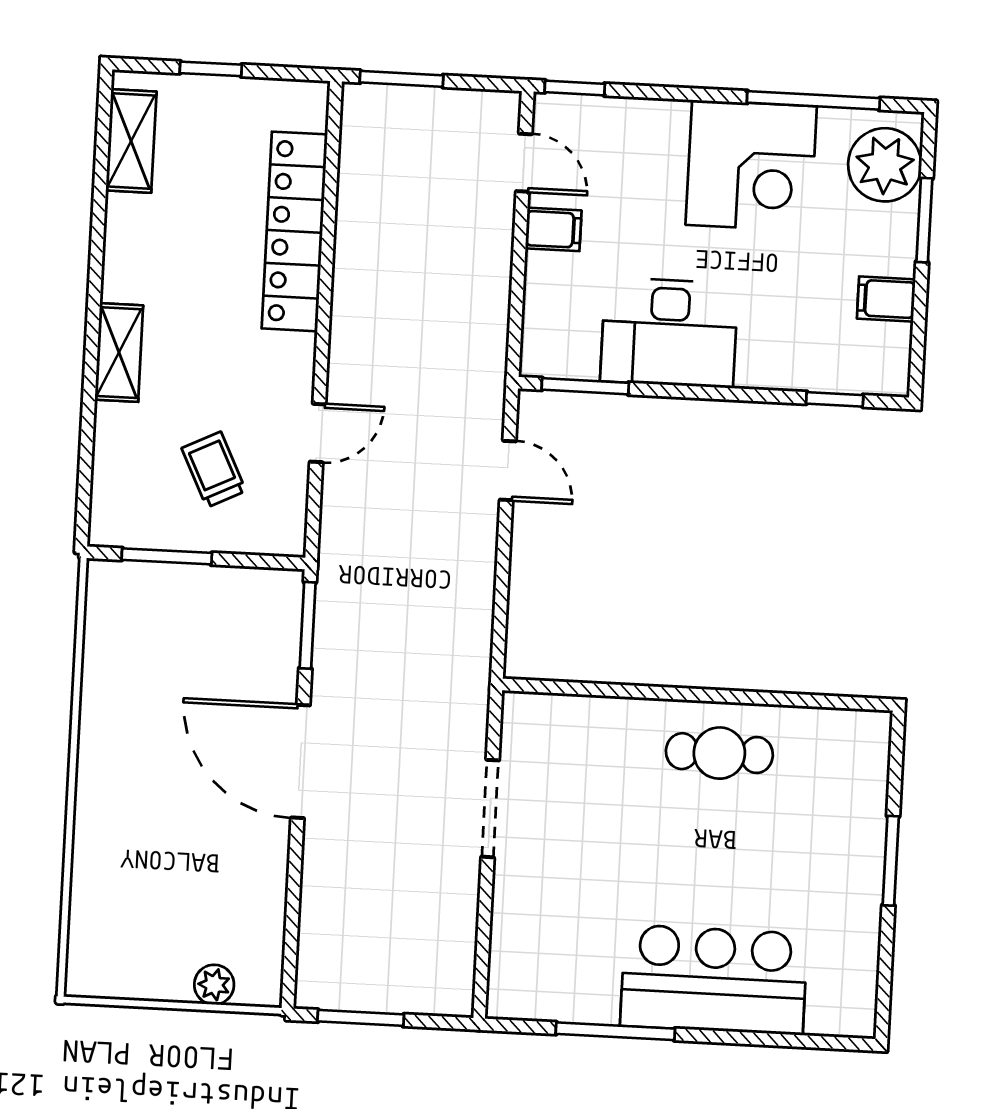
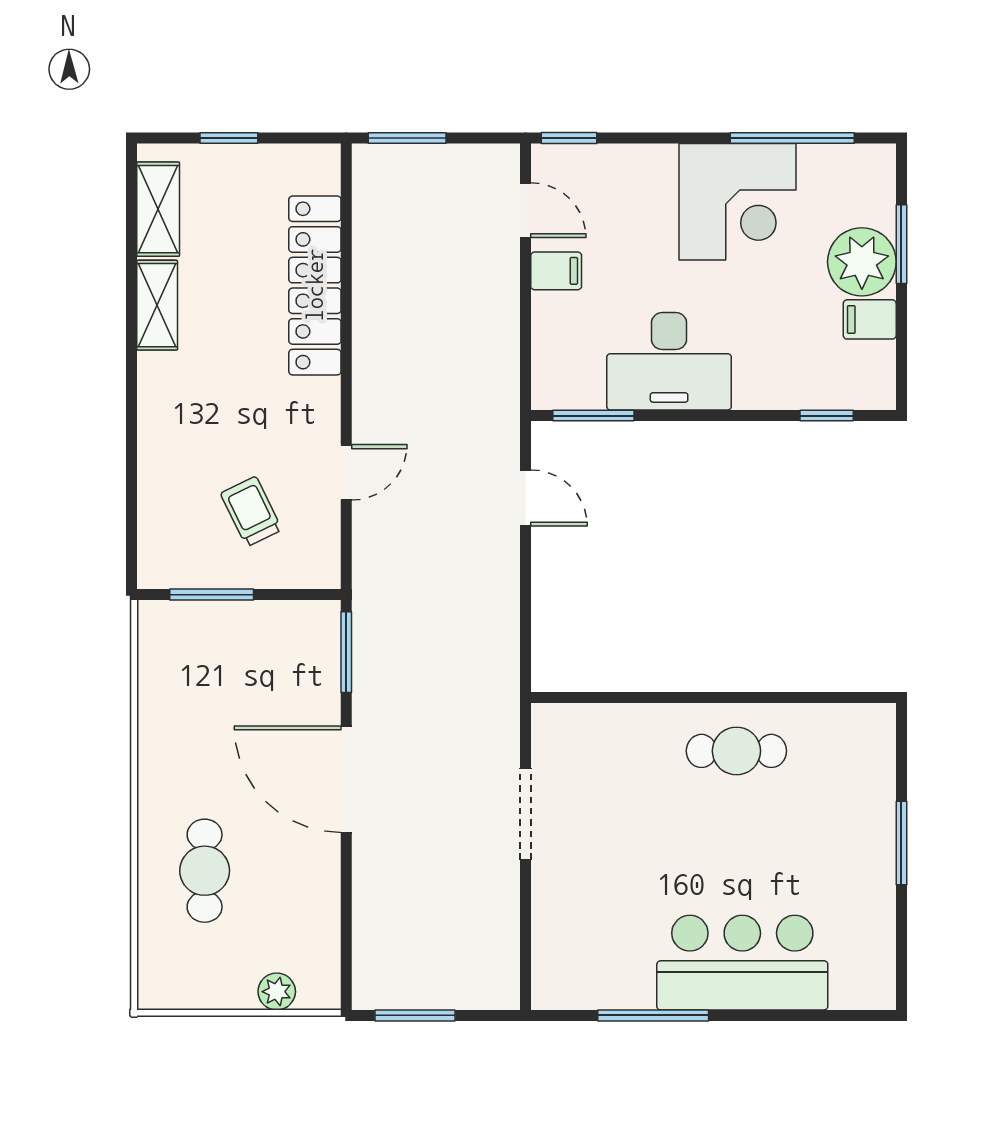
plant: (885, 165) -> (862, 262), moved
shelving: (119, 353) -> (157, 305), moved
cafe table: (144, 851) -> (205, 871), added

